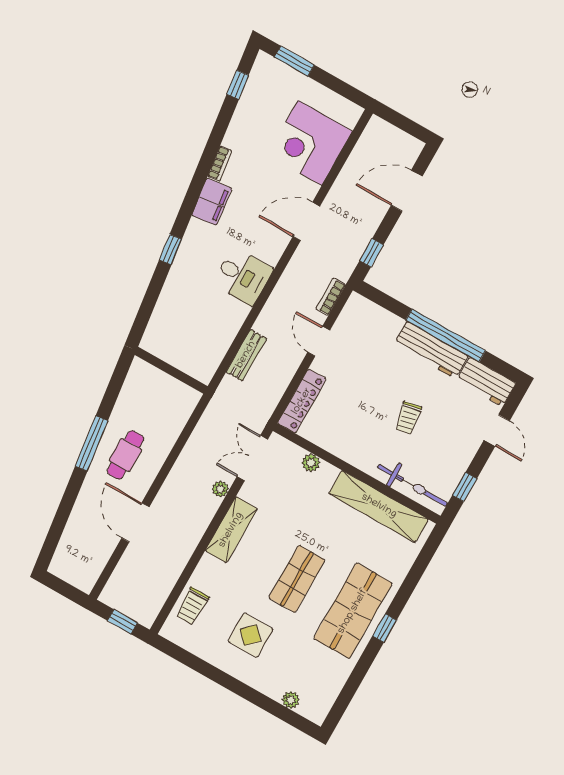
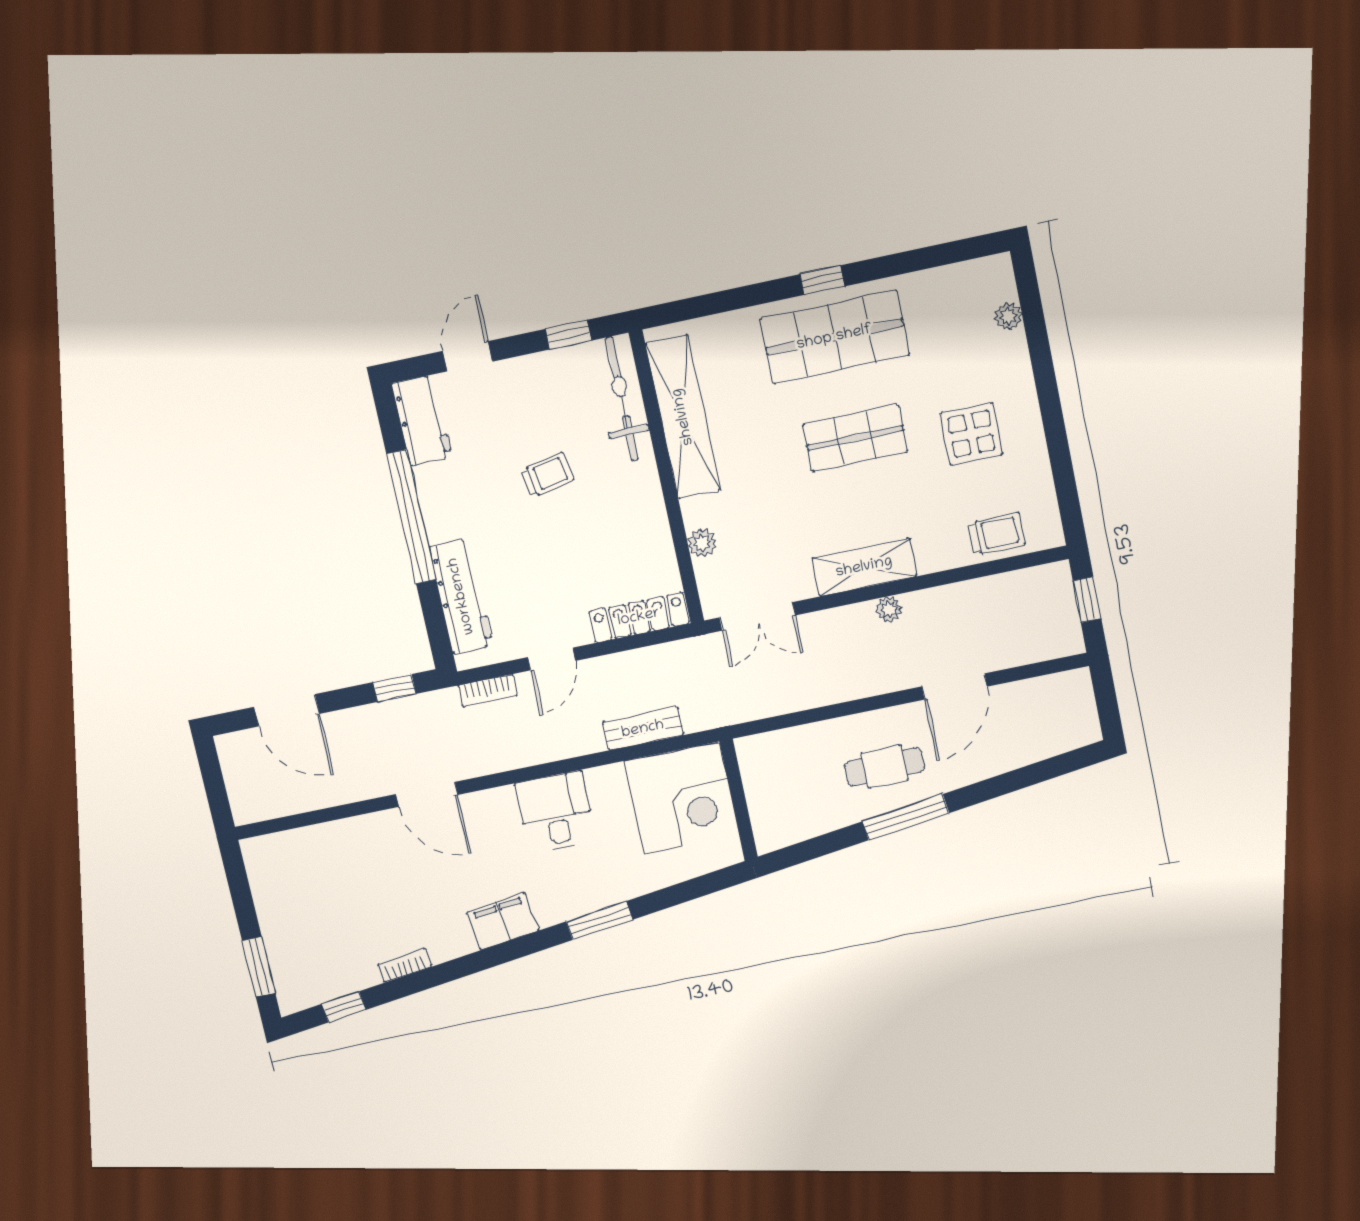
corner desk: (310, 143) -> (682, 798), moved
bookcase: (220, 163) -> (405, 965), moved
window: (171, 250) -> (600, 921), width x1.50
workbench: (431, 350) -> (461, 596), moved
plant: (220, 489) -> (889, 609), moved

